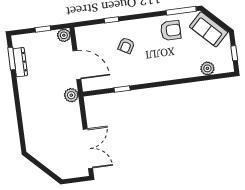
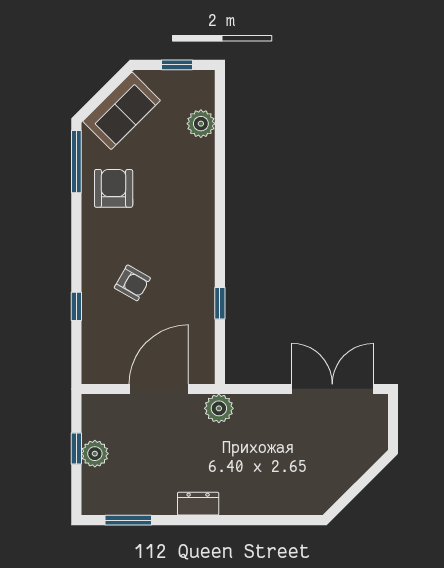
plant: (64, 35) -> (95, 454), moved
dresser: (20, 62) -> (198, 504), moved, width x0.70

